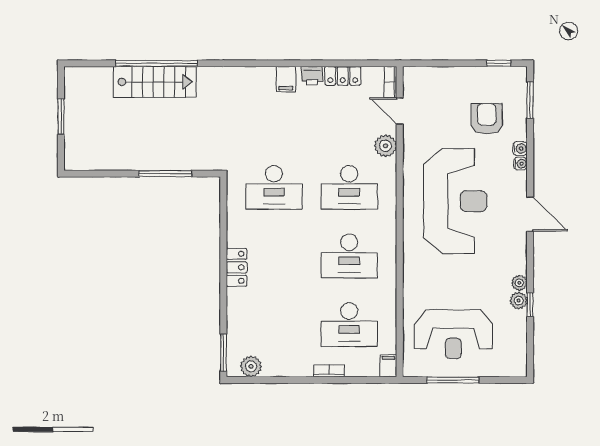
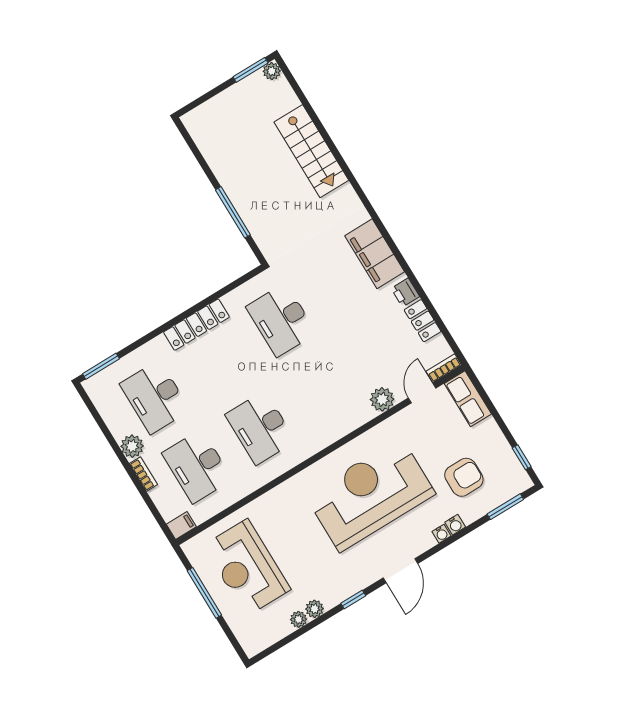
window: (157, 63) -> (330, 142), removed
plant: (72, 75) -> (272, 71), added
row of seats: (426, 78) -> (468, 399), added
filing cabinet: (286, 79) -> (375, 254), width x3.00, depth x1.17
window: (61, 116) -> (250, 70), moved
desk: (349, 187) -> (155, 397), moved
reception desk: (455, 201) -> (370, 495), turned 180
locker: (237, 267) -> (196, 325), width x1.53
plant: (519, 283) -> (299, 619), moved
window: (530, 305) -> (353, 600), moved
plant: (251, 366) -> (132, 446), moved

